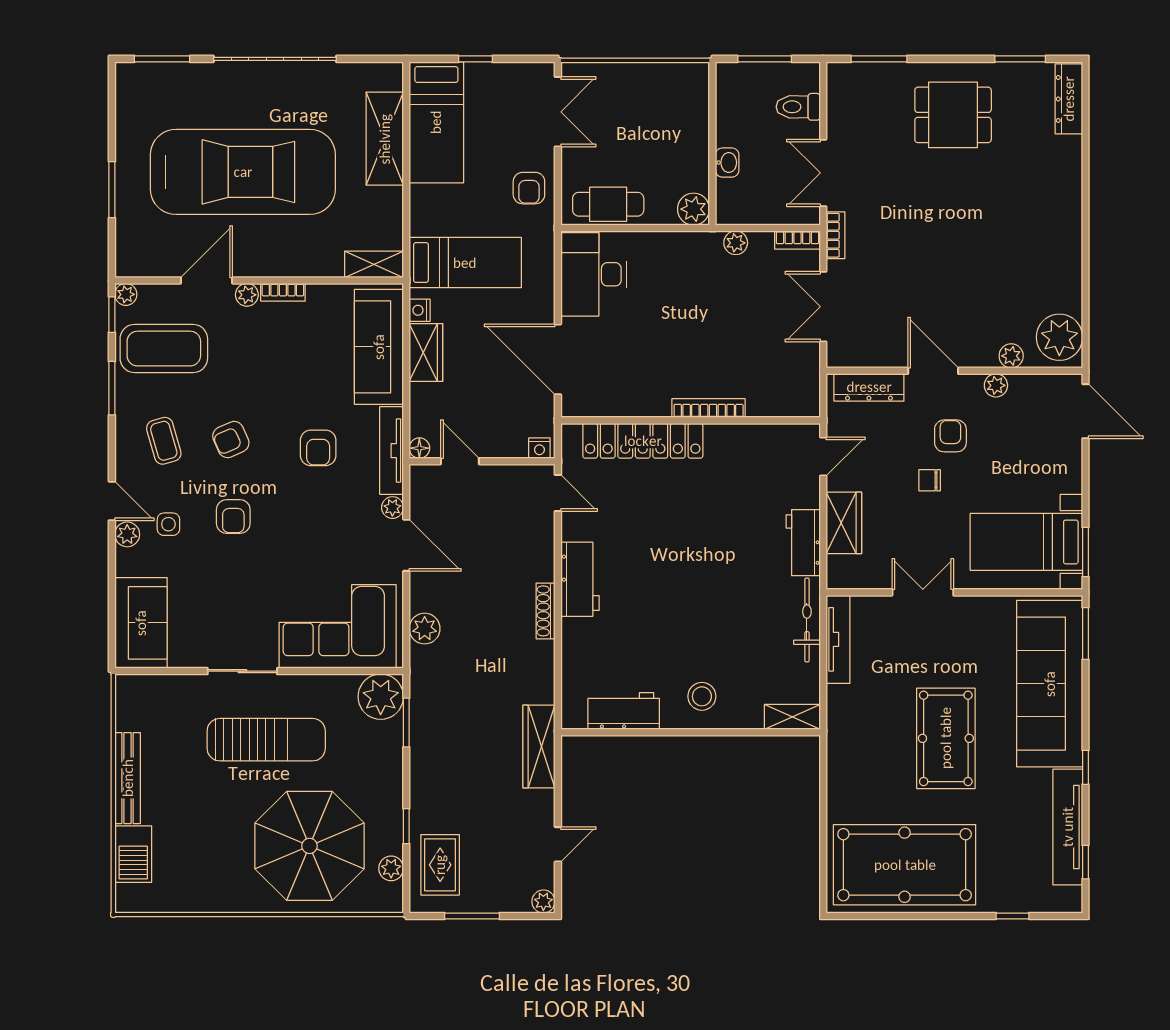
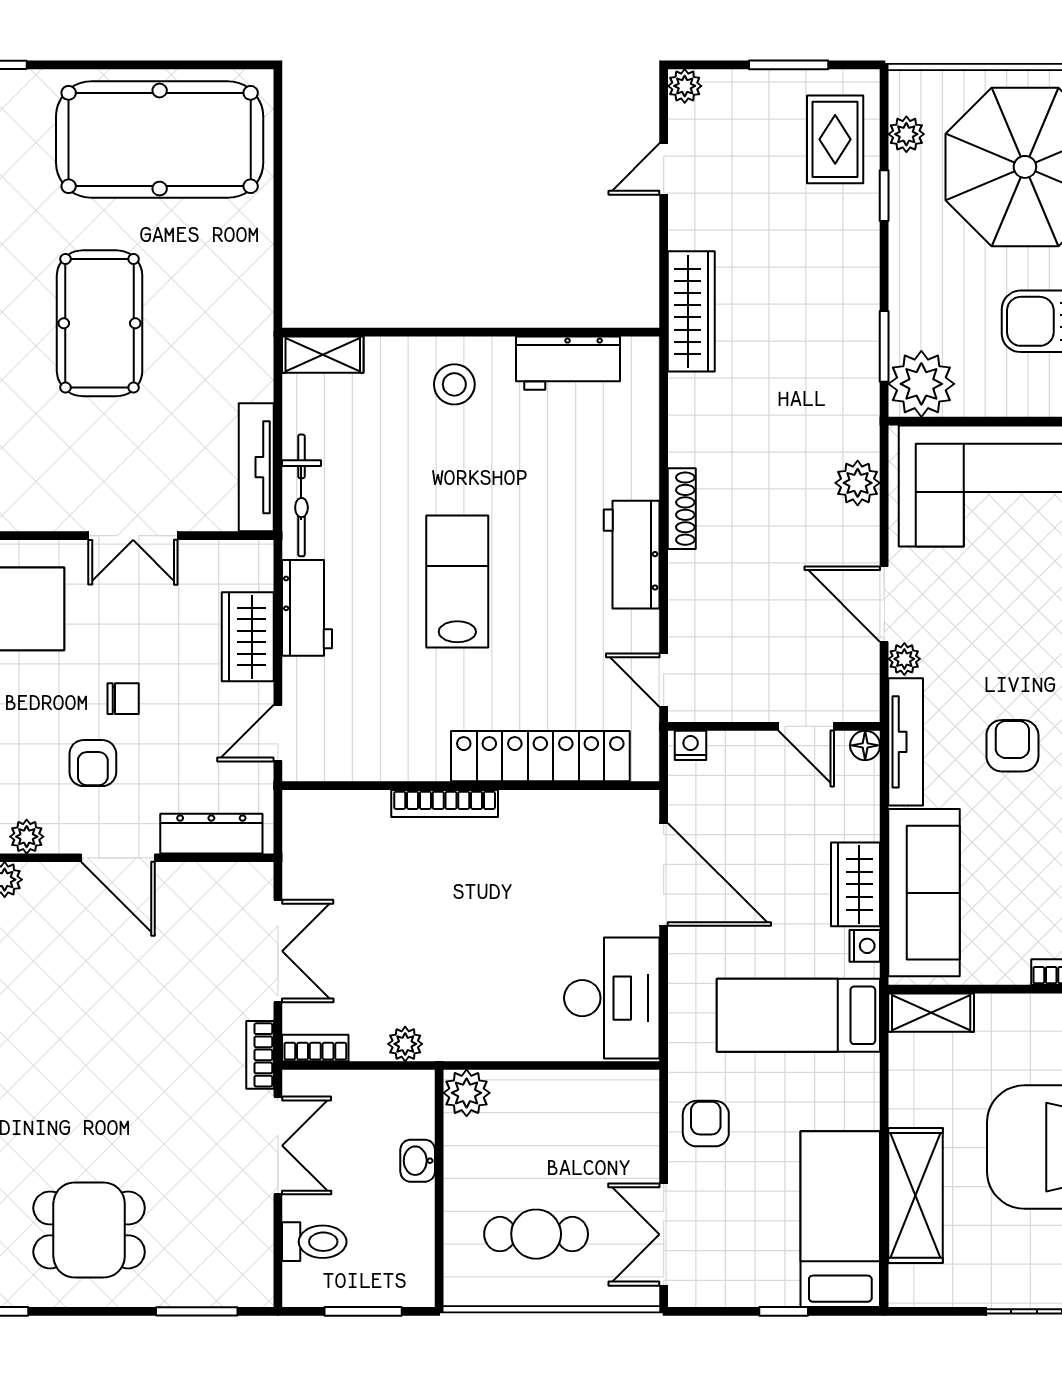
cafe table: (608, 204) -> (536, 1234), moved
lab bench: (700, 561) -> (457, 582), added

